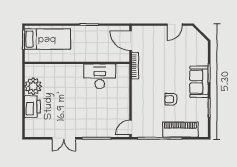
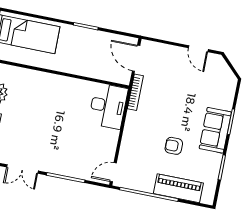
door: (175, 25) -> (198, 49), hinge flipped
desk: (100, 76) -> (108, 106), moved, turned 90

